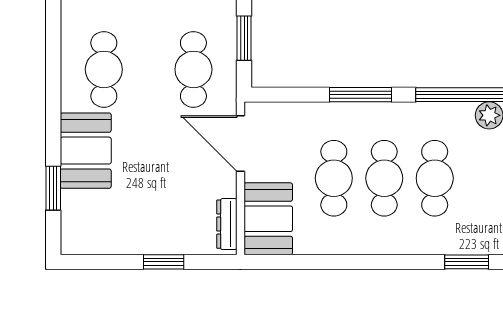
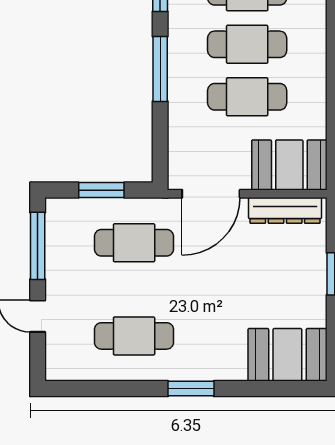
booth: (86, 151) -> (287, 355), moved
window: (53, 188) -> (191, 389), moved
dresser: (227, 224) -> (285, 210), width x1.37, depth x1.24

